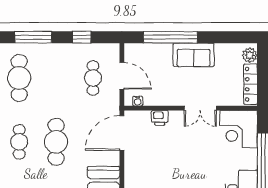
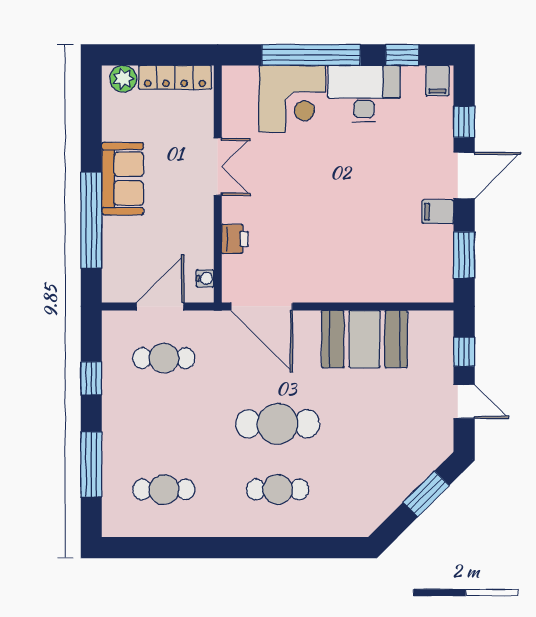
cafe table: (19, 78) -> (164, 490), width x0.73, depth x0.74
corner desk: (239, 129) -> (292, 99), moved

